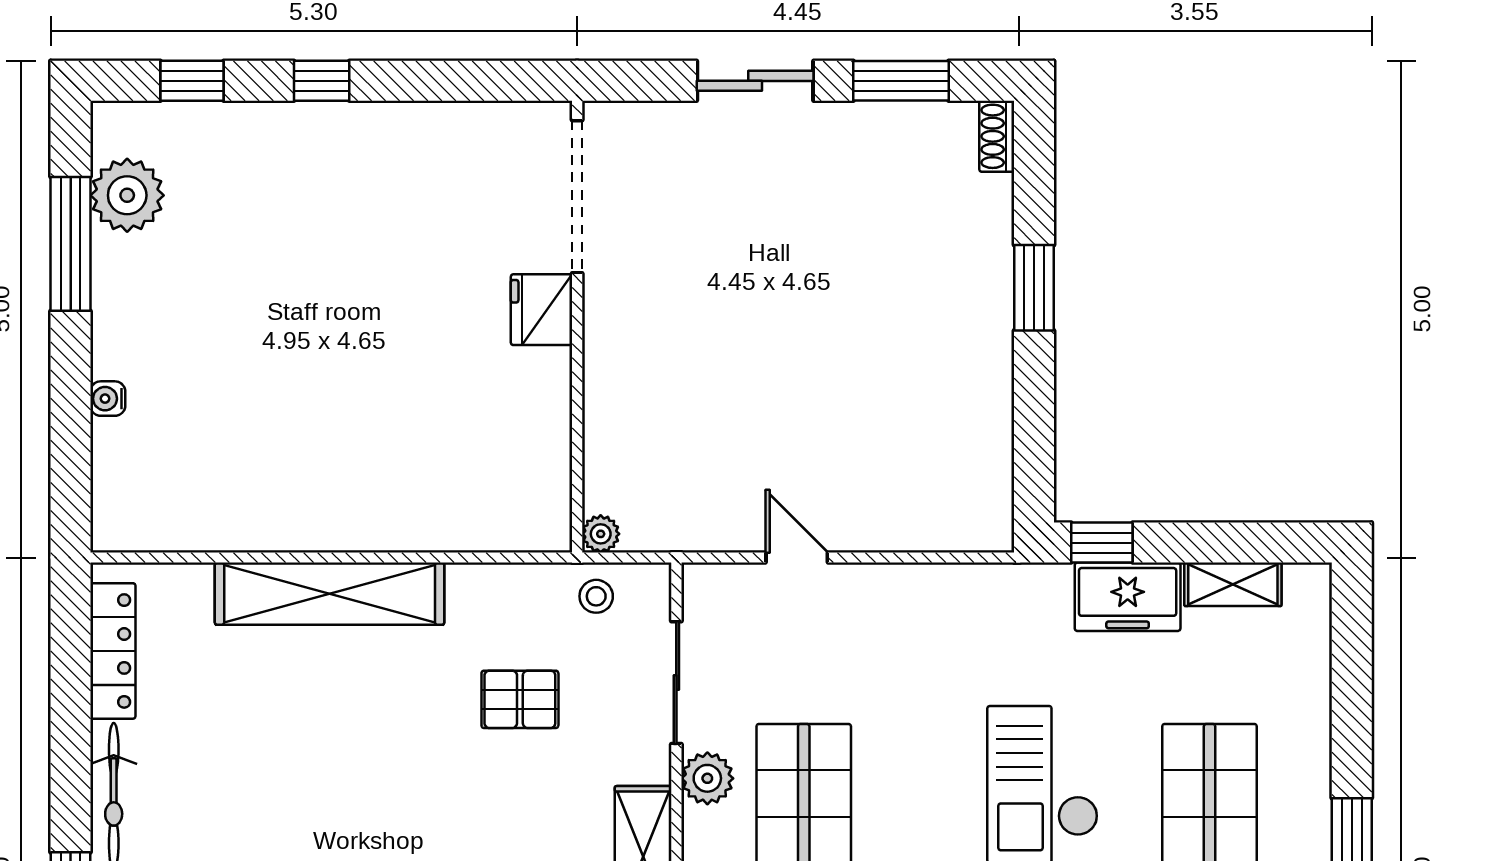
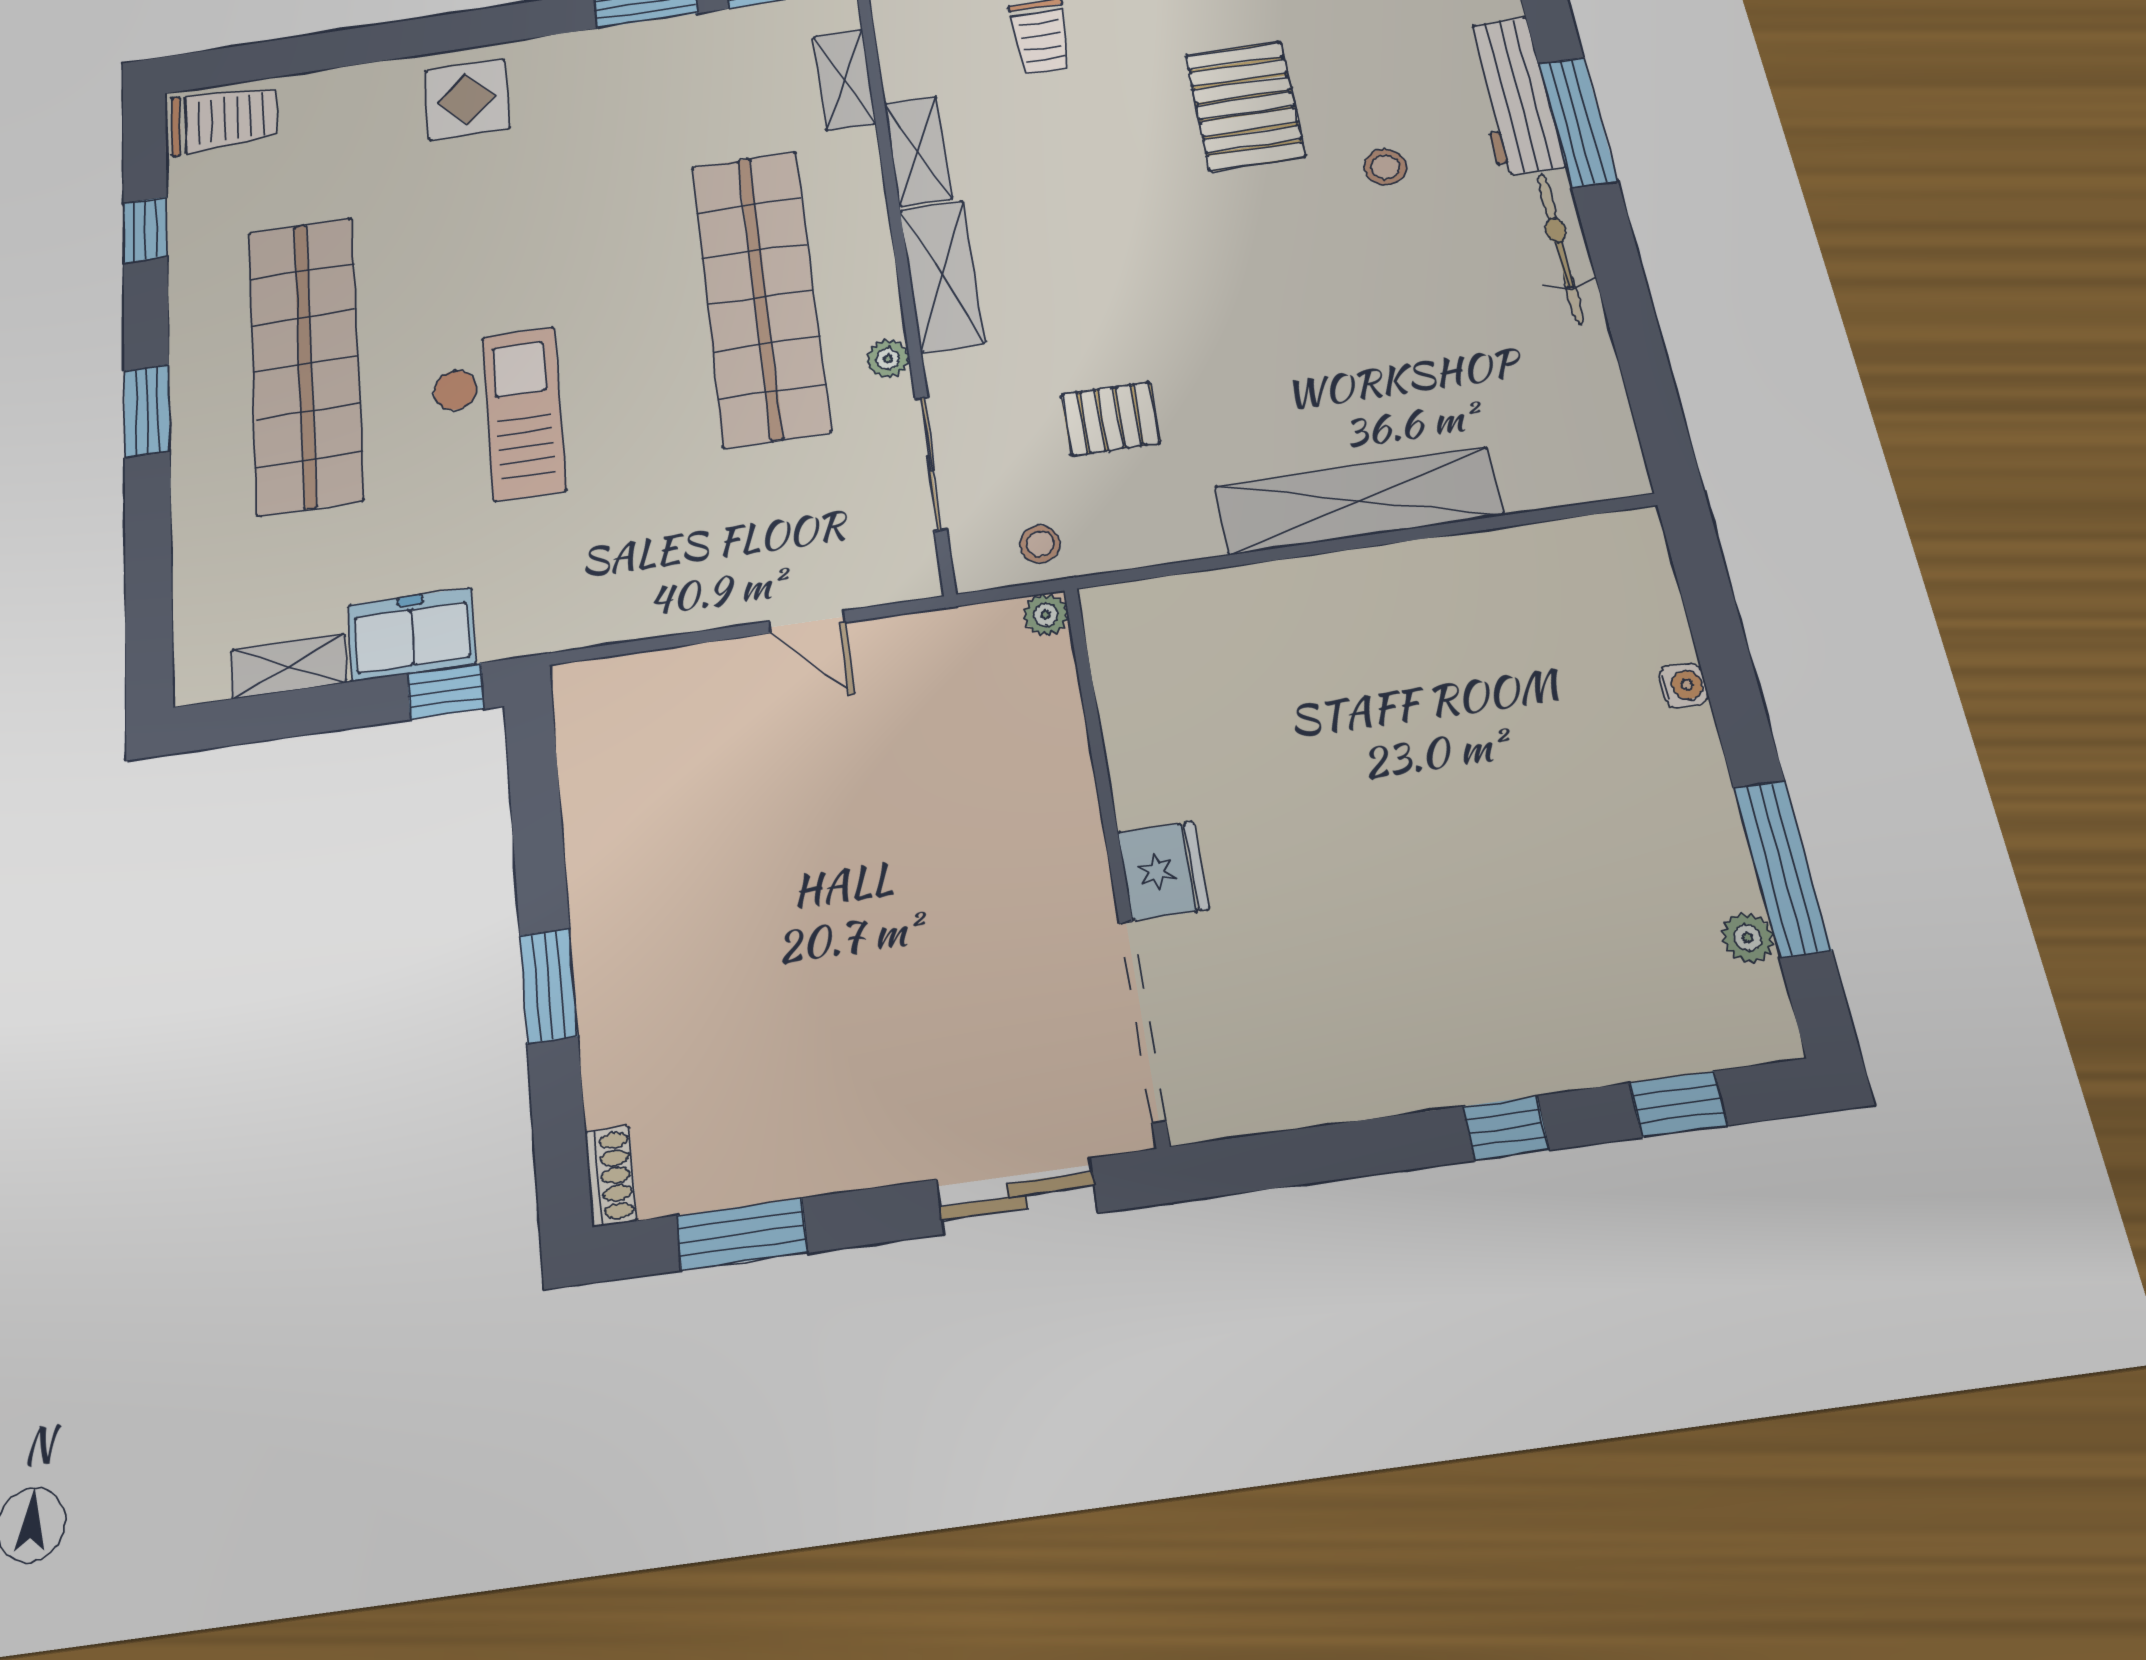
sliding door: (755, 81) -> (1017, 1196), moved
plant: (127, 195) -> (1748, 938), width x0.53, depth x0.53
locker: (113, 651) -> (1602, 401), removed
plant: (707, 778) -> (888, 359), width x0.73, depth x0.73

